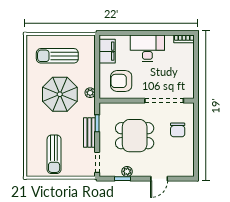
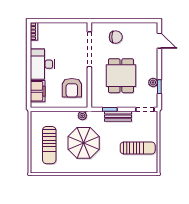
filing cabinet: (107, 51) -> (38, 91), moved, turned 90
door: (159, 179) -> (159, 41), moved

